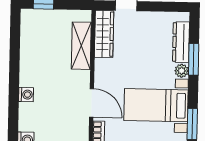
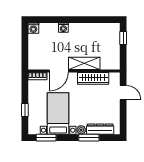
wardrobe: (104, 34) -> (93, 78), moved
shelving: (81, 46) -> (84, 63), moved

